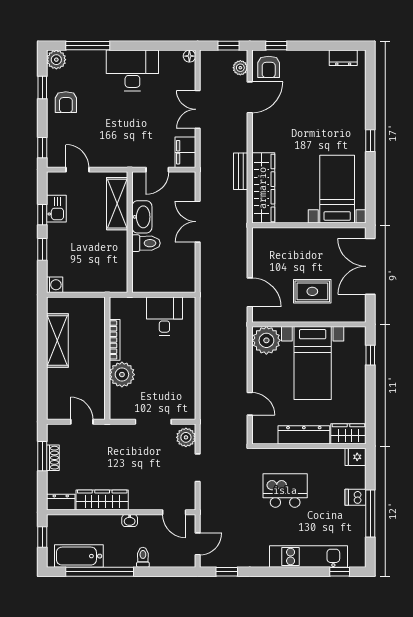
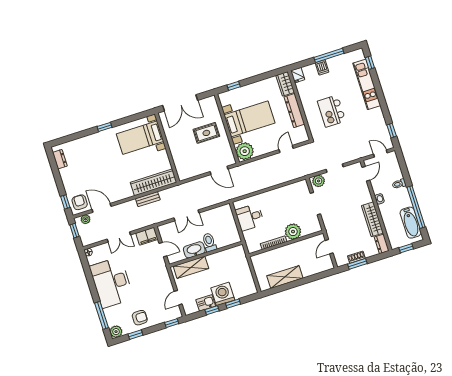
armchair: (269, 67) -> (80, 202), turned -90
desk: (132, 70) -> (112, 283), width x1.36, depth x1.30
washing machine: (55, 285) -> (223, 294), moved, width x1.89, depth x1.89
rug: (312, 291) -> (206, 133), turned 90
door: (250, 292) -> (219, 170), swing flipped

